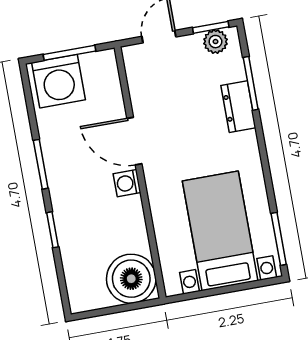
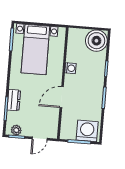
door: (134, 141) -> (62, 97), swing flipped
washing machine: (127, 183) -> (70, 68), moved
boiler: (131, 279) -> (96, 41), moved

